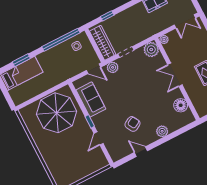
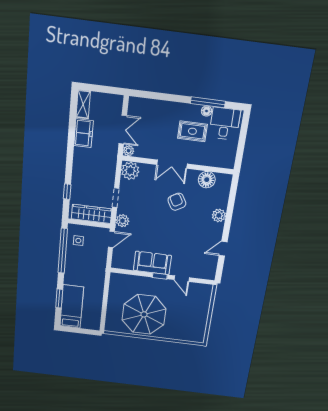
double door: (185, 21) -> (123, 130), moved
sofa: (91, 99) -> (152, 263), moved
parasol: (57, 113) -> (144, 314), moved
armchair: (133, 124) -> (177, 202), moved

